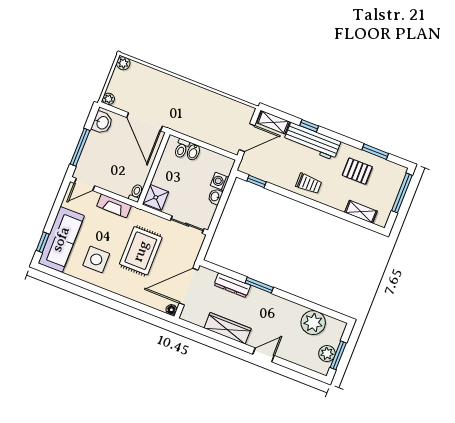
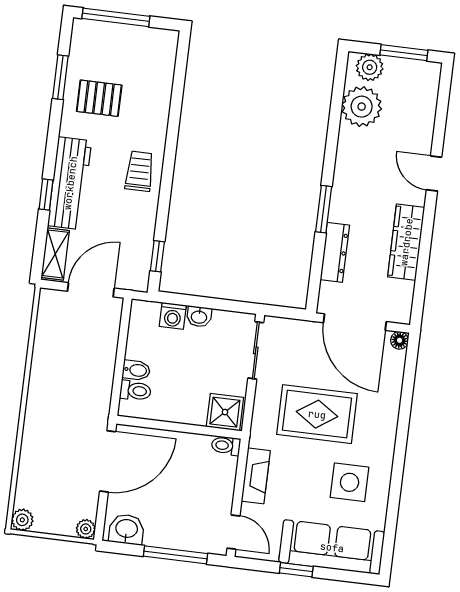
door: (247, 138) -> (91, 290), hinge flipped
pallet: (357, 171) -> (99, 98), turned 90
shelving: (361, 212) -> (163, 76), removed
window: (43, 242) -> (296, 570), moved
plant: (327, 354) -> (370, 67), moved

